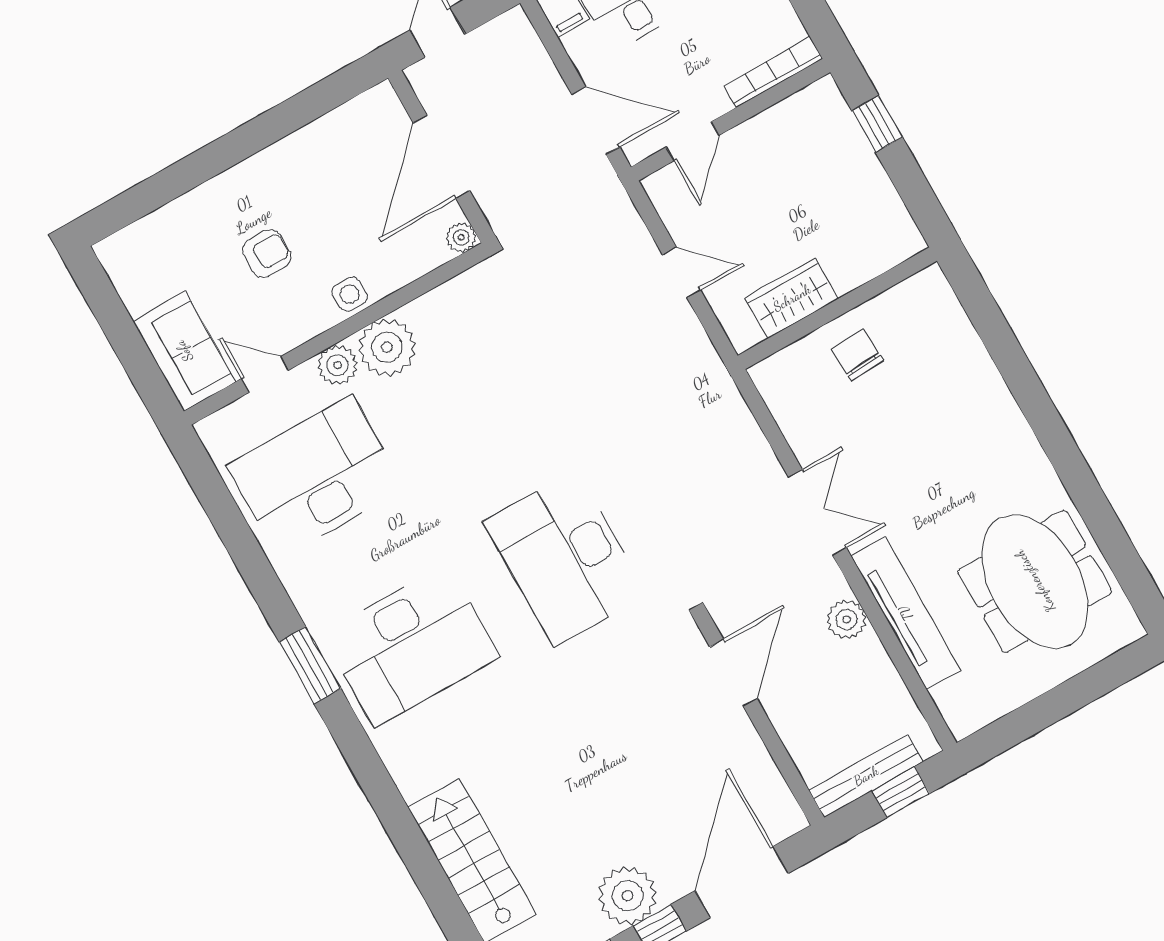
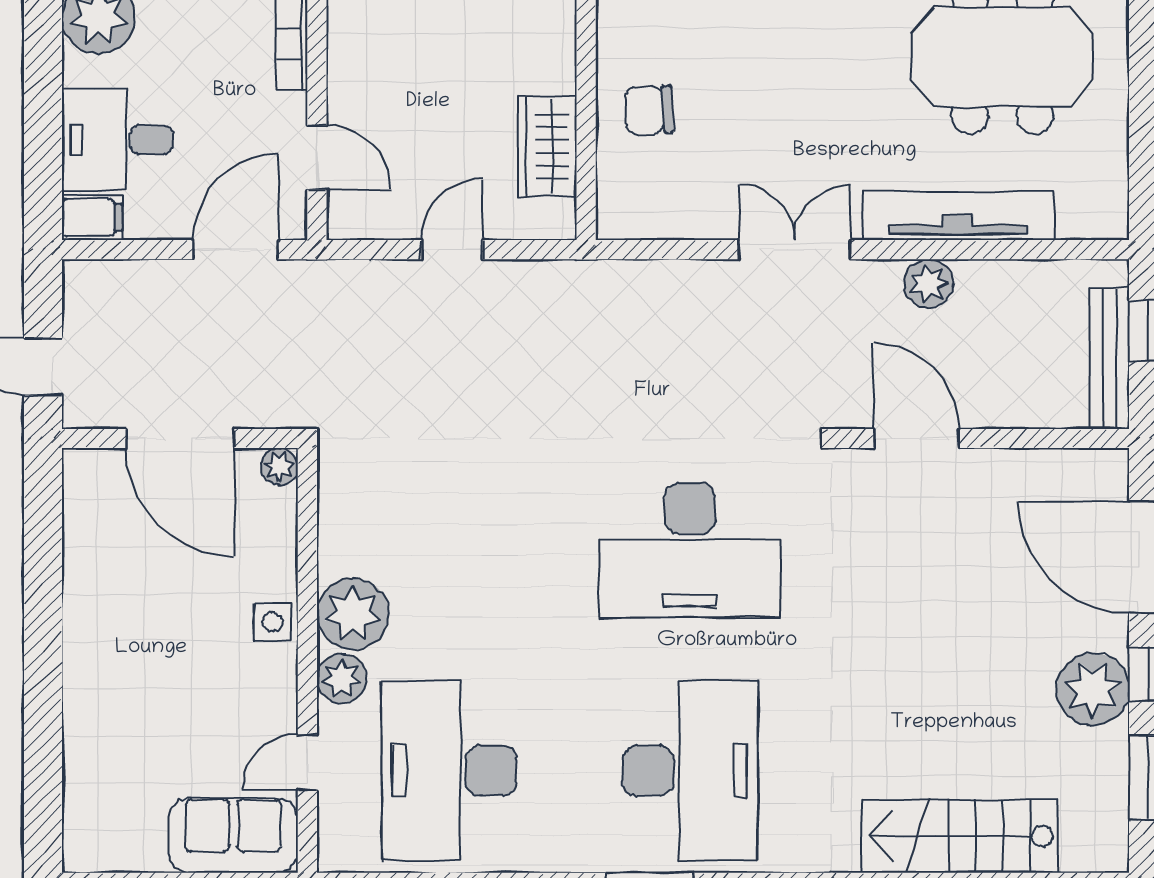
armchair: (267, 254) -> (178, 687), removed

